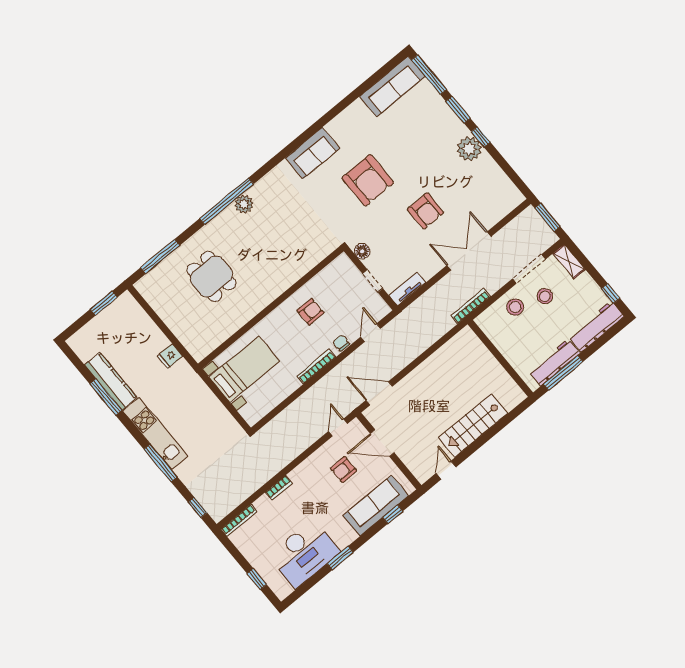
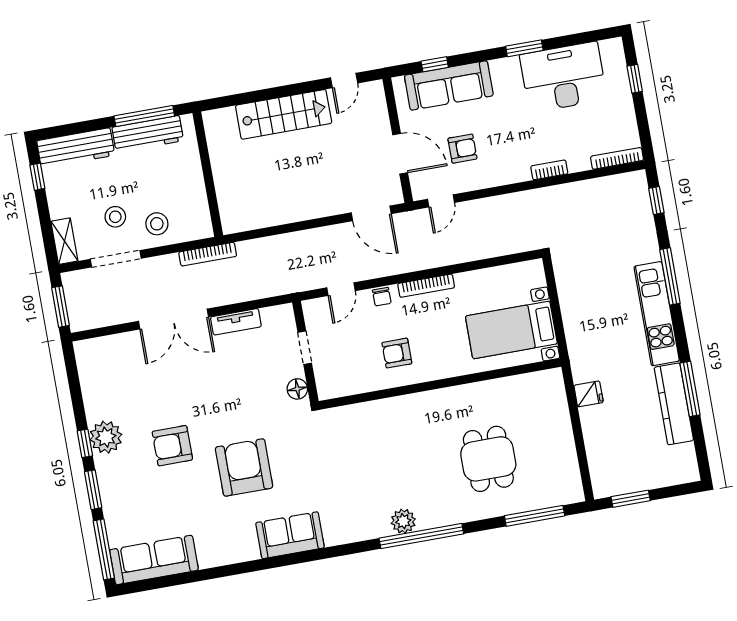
armchair: (425, 211) -> (172, 446), moved, turned -90
tv unit: (407, 289) -> (236, 322), moved

